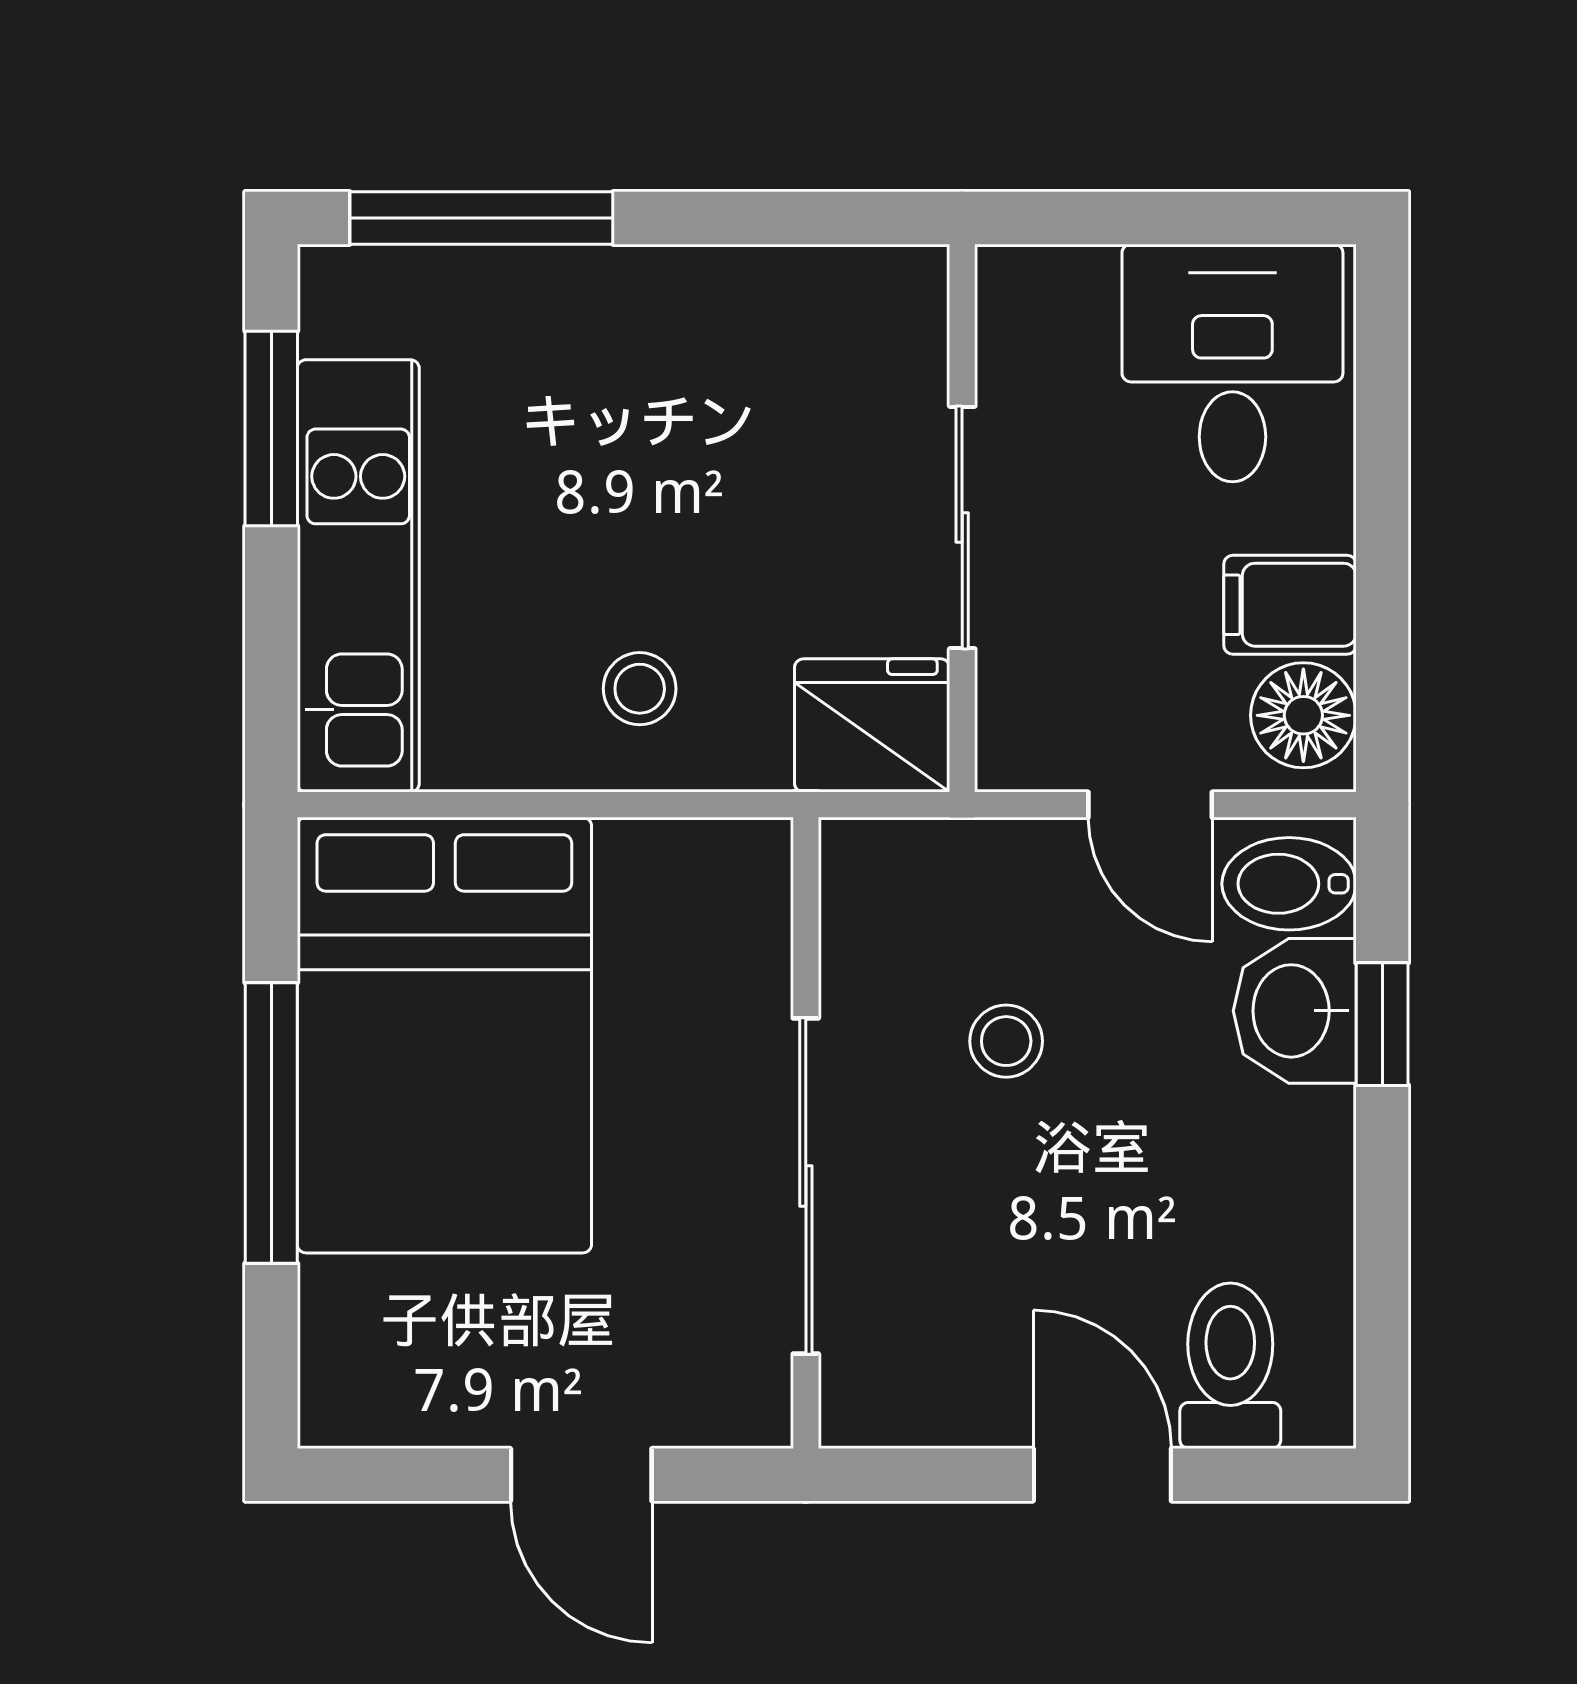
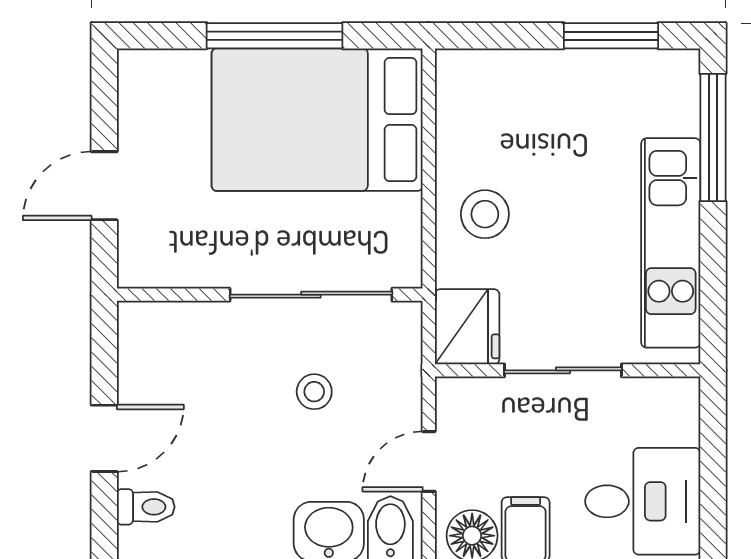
kitchen unit: (358, 576) -> (671, 243), moved, turned 90
stool: (640, 689) -> (485, 214), width x1.37, depth x1.37
sliding door: (806, 1186) -> (311, 295), moved
toilet: (1230, 1366) -> (146, 507), width x0.73, depth x0.72

